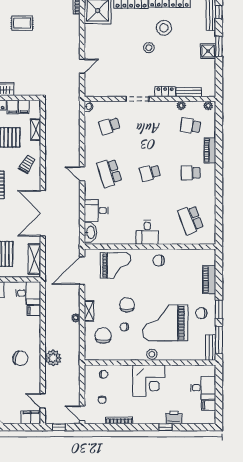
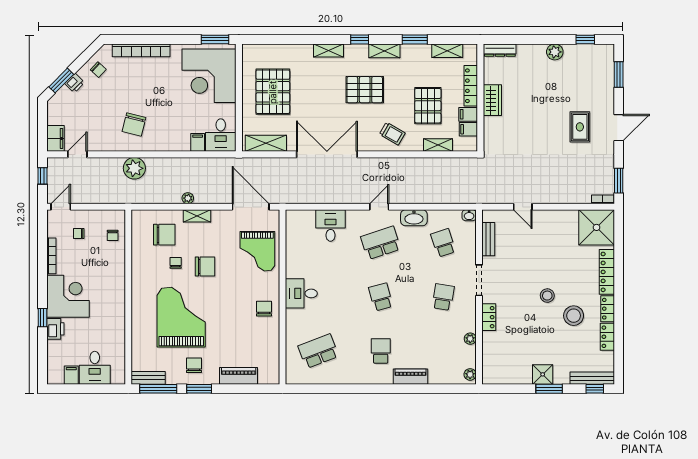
bench: (189, 92) -> (488, 239), moved
school desk: (191, 126) -> (443, 297), moved
washbasin: (90, 232) -> (414, 218), moved
stool: (152, 354) -> (139, 300), removed
corner desk: (149, 381) -> (68, 296), moved, turned 180

